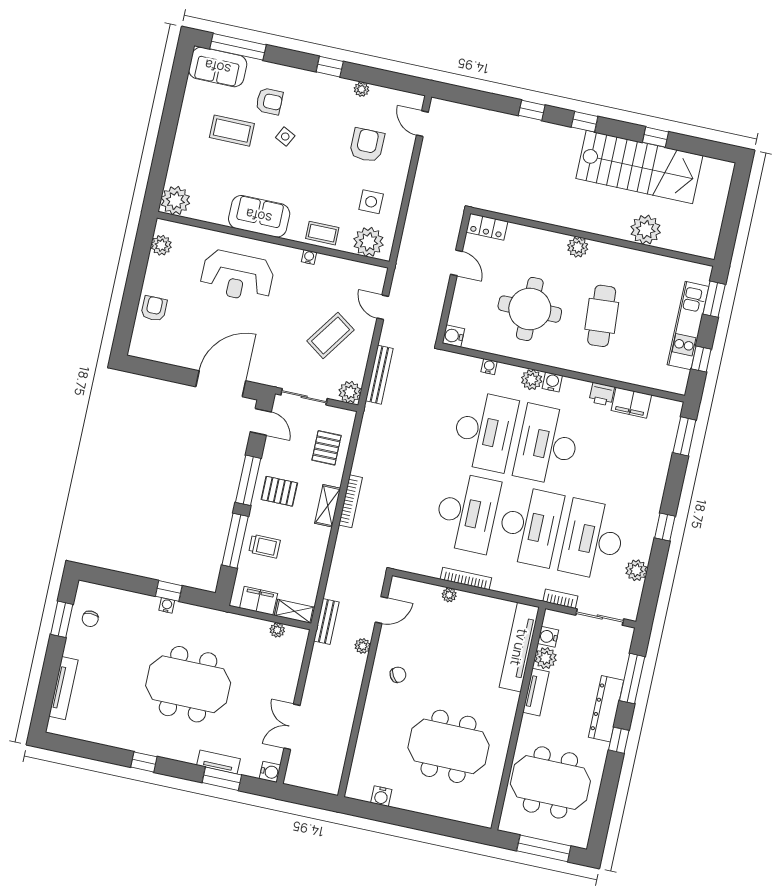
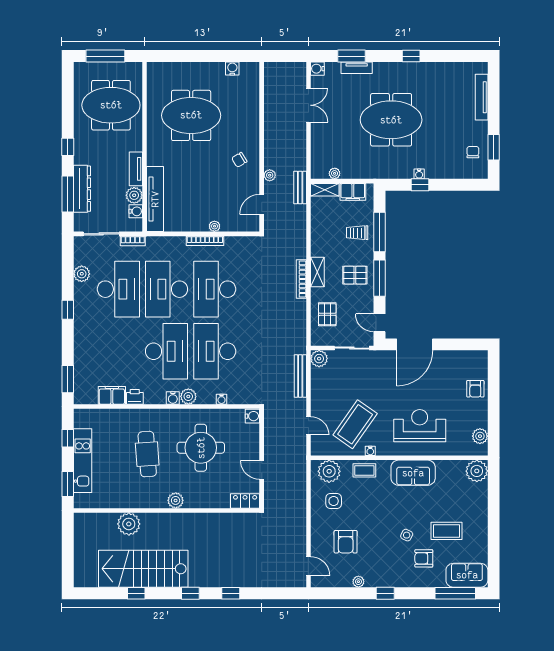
coffee table: (331, 335) -> (355, 424), moved, width x1.36, depth x1.32
dresser: (606, 709) -> (82, 189), moved

